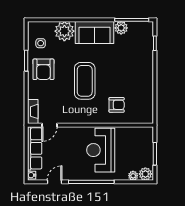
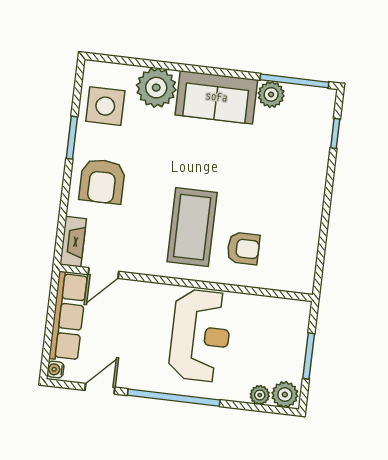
side table: (41, 43) -> (105, 106), width x1.87, depth x1.87
armchair: (43, 69) -> (102, 181), moved
coffee table: (85, 81) -> (192, 227), moved
reception desk: (101, 150) -> (200, 336), turned 180

